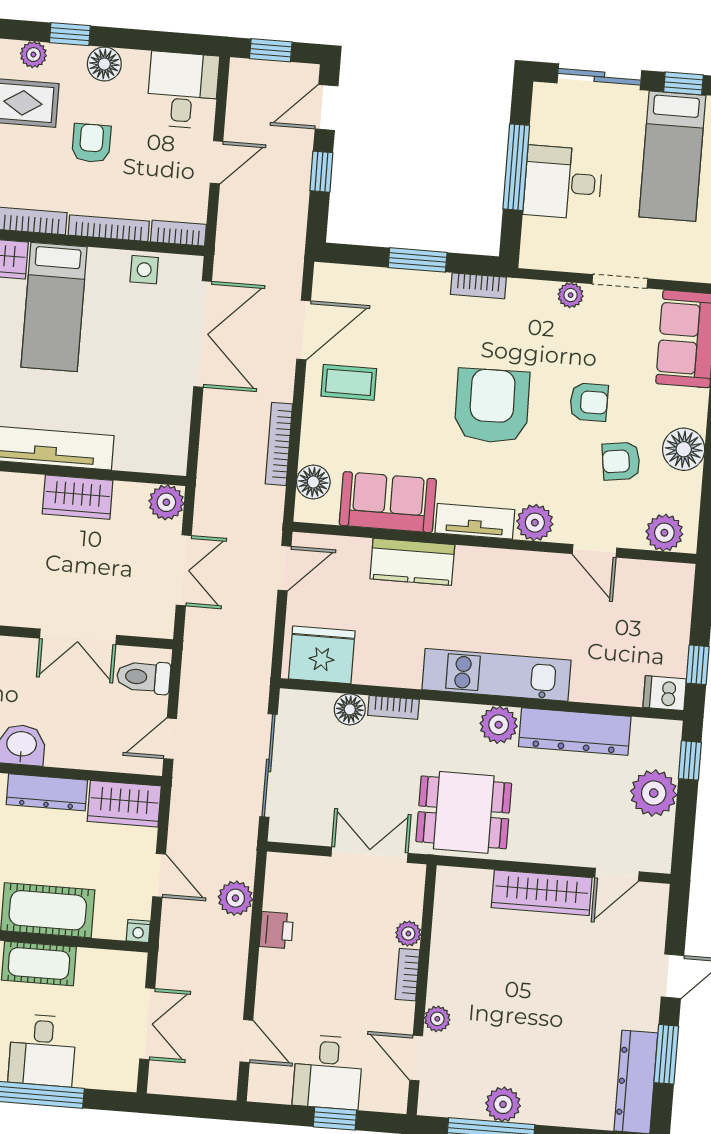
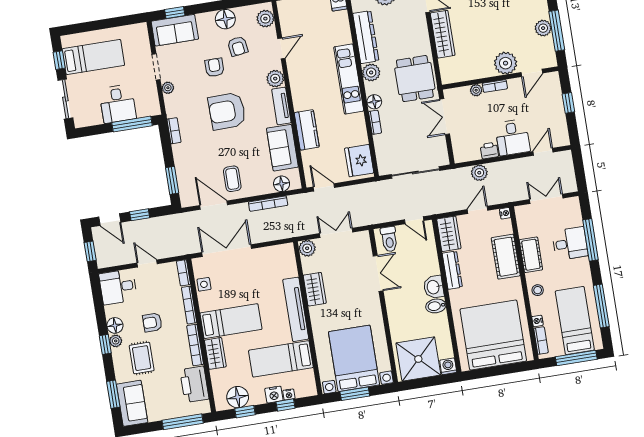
plant: (33, 55) -> (116, 341), moved
window: (516, 167) -> (132, 124), moved
window: (418, 260) -> (172, 180), moved
floor lamp: (350, 709) -> (374, 102), moved
plant: (437, 1019) -> (506, 63), width x1.88, depth x1.88
desk: (328, 1072) -> (512, 137), moved, turned 90

